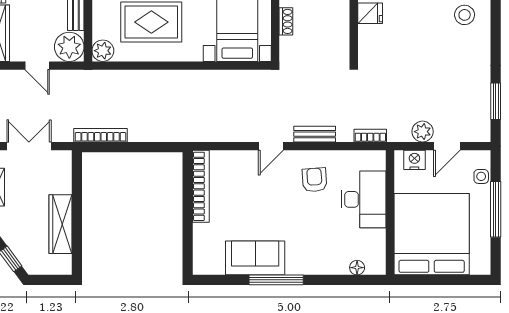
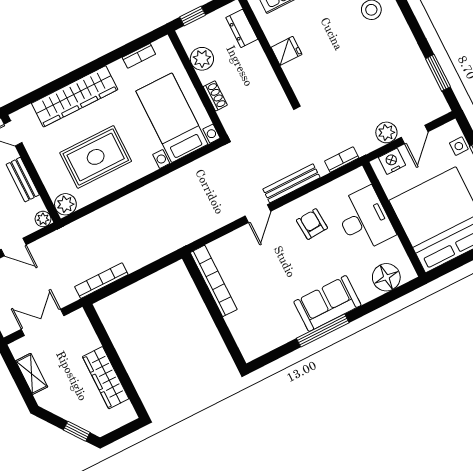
plant: (69, 47) -> (43, 219), width x0.53, depth x0.53
bench: (315, 134) -> (291, 183), width x1.36
sofa: (255, 258) -> (327, 303), moved
floor lamp: (357, 268) -> (386, 277), width x1.89, depth x1.89

